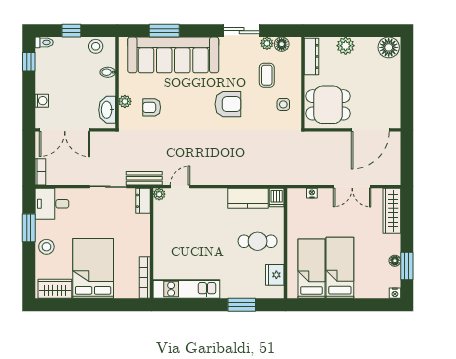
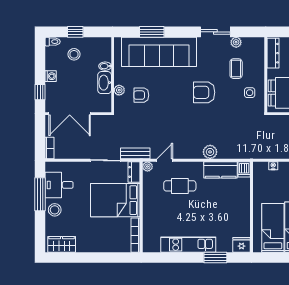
floor lamp: (282, 44) -> (248, 43), removed
stool: (96, 46) -> (74, 54), moved
window: (29, 62) -> (40, 92), moved
washing machine: (42, 101) -> (51, 76), moved
armchair: (228, 104) -> (204, 92), turned 180
washbasin: (107, 110) -> (105, 83), moved
plant: (235, 176) -> (210, 152), added
desk: (52, 204) -> (59, 185), moved
window: (29, 228) -> (40, 194), width x1.44
cafe table: (258, 241) -> (180, 186), moved
bed: (93, 268) -> (115, 200), moved, turned -90
fridge: (275, 275) -> (241, 245), moved, turned 90
kitchen unit: (186, 289) -> (188, 245), moved

